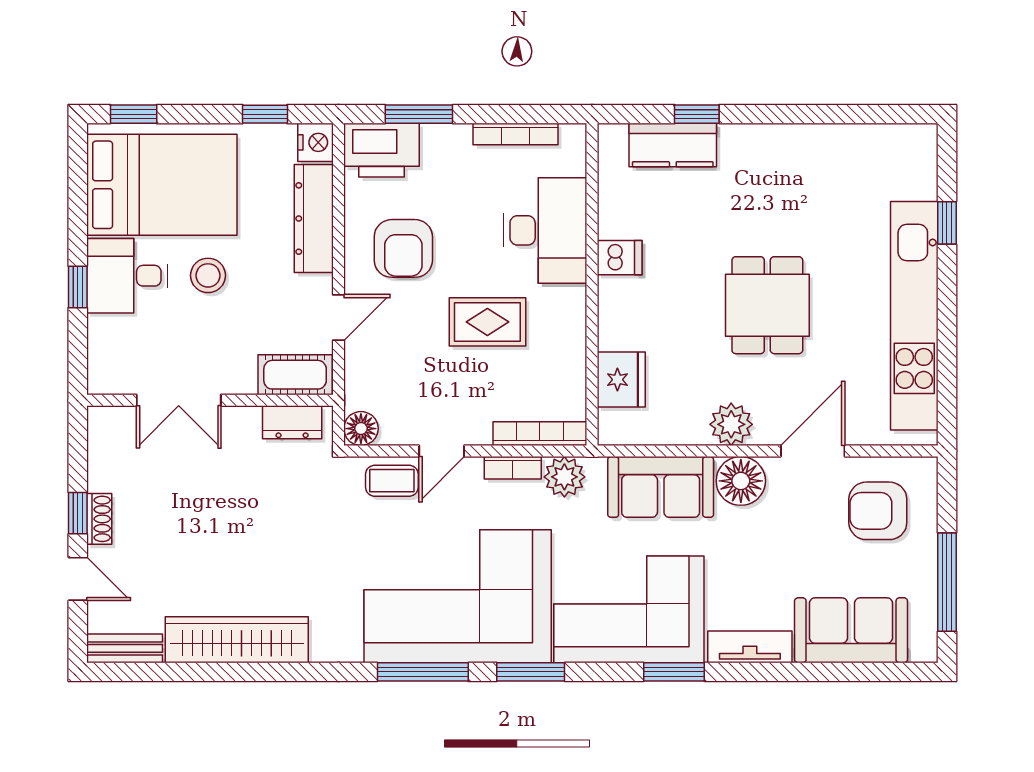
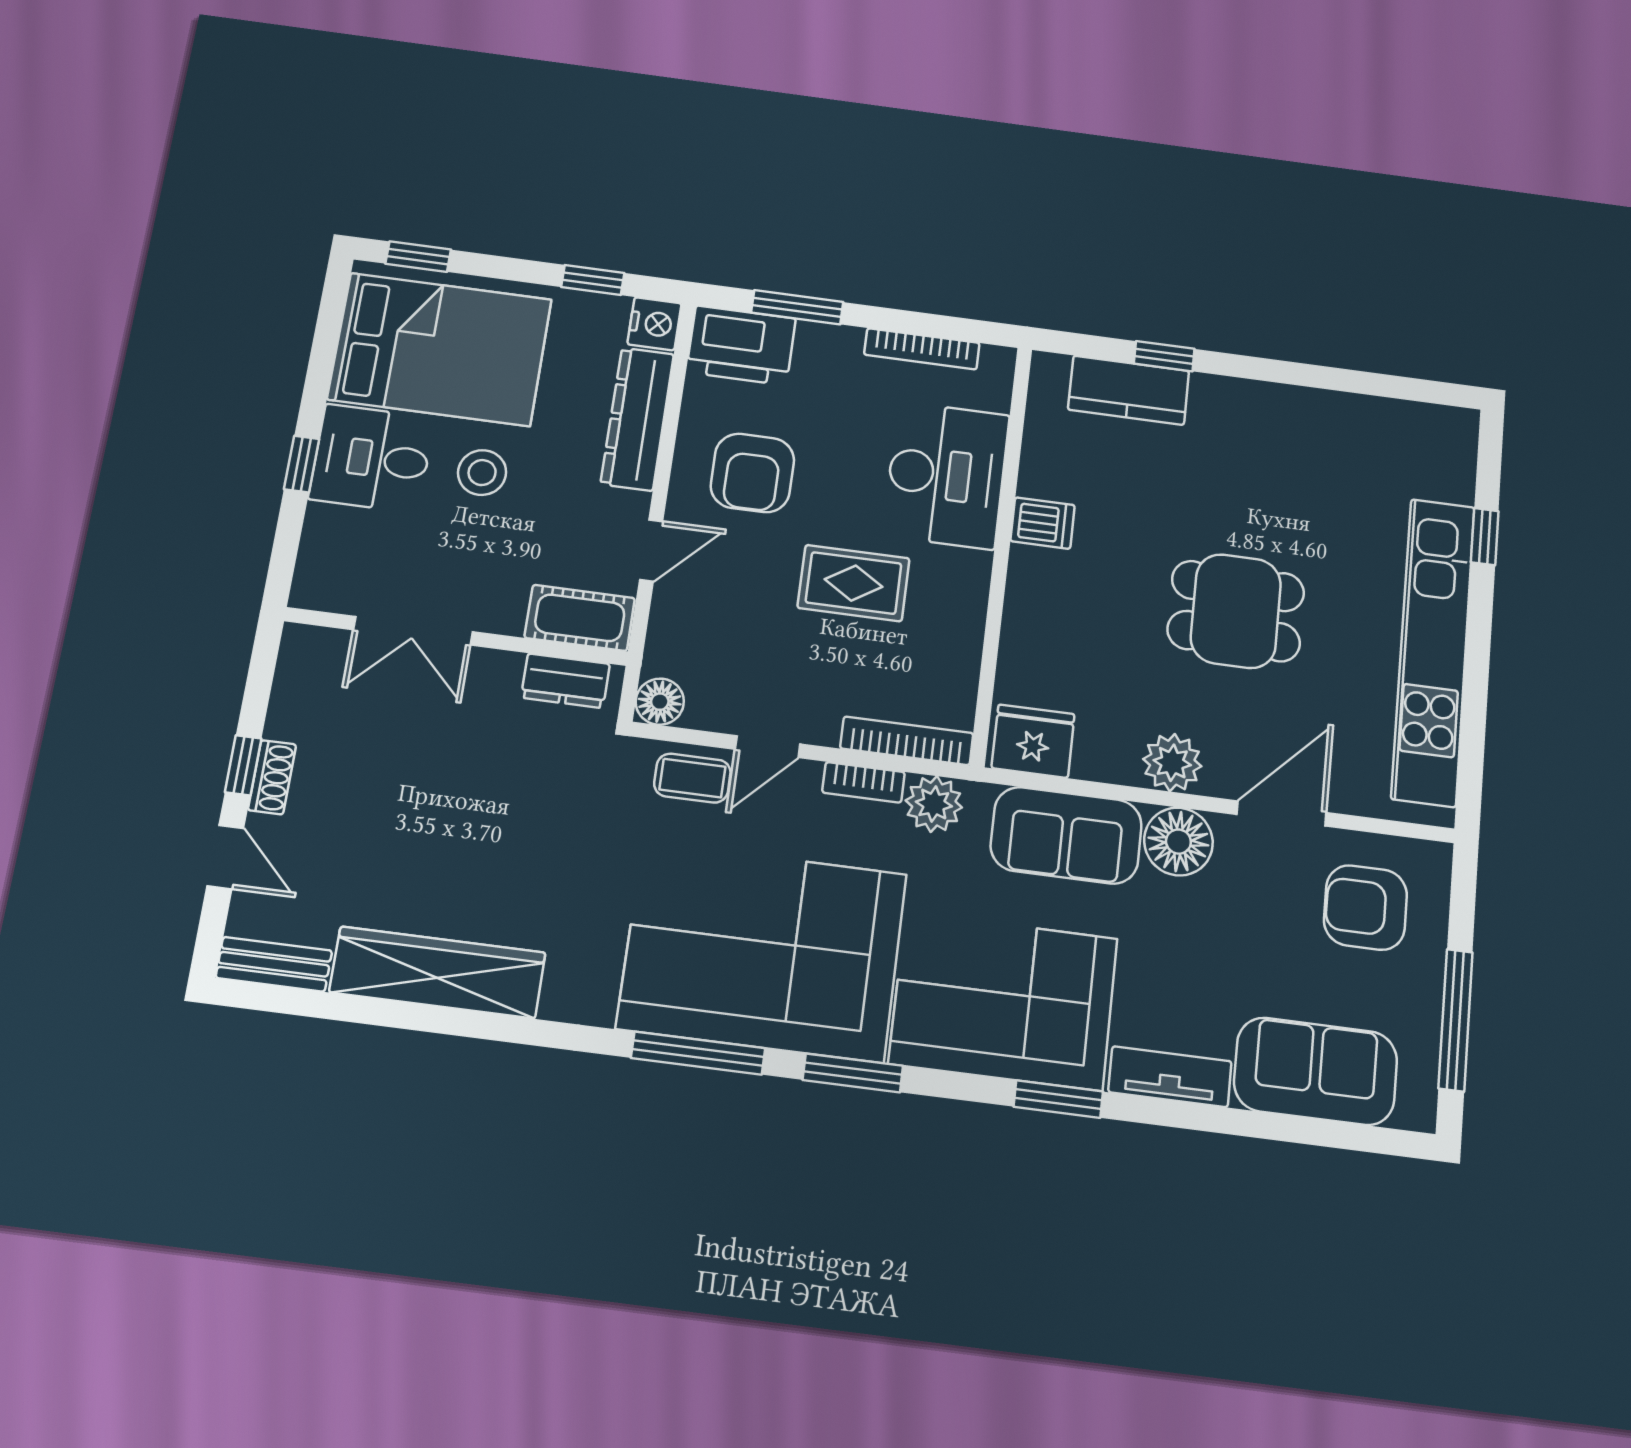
dining table: (767, 305) -> (1236, 611), turned 90
fridge: (621, 380) -> (1033, 741), moved, turned -90

